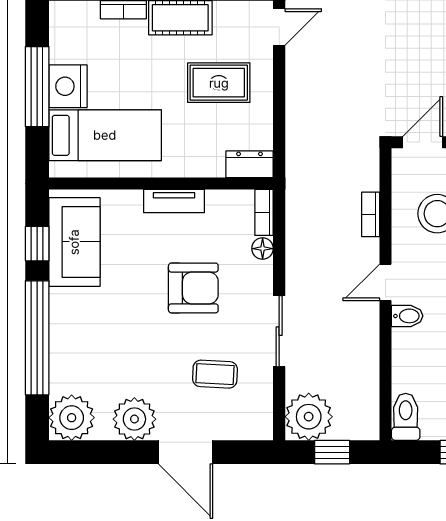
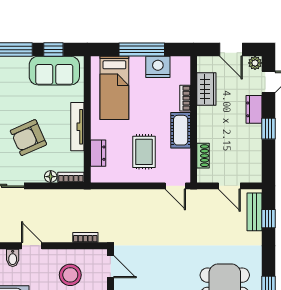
nightstand: (68, 86) -> (158, 67), moved
dresser: (250, 164) -> (98, 153), moved
tv unit: (174, 201) -> (77, 127), width x1.41
bookcase: (371, 214) -> (85, 237), moved
armchair: (193, 288) -> (28, 138), turned 66

